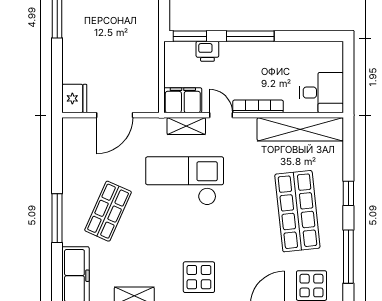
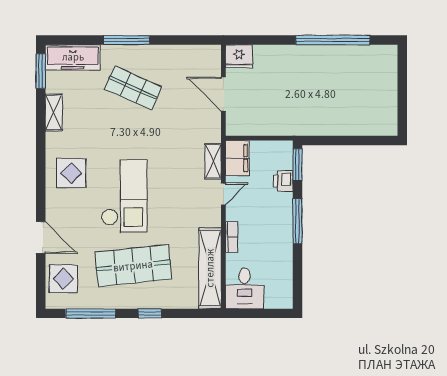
bookcase: (258, 106) -> (232, 237), width x0.64
checkout: (185, 181) -> (124, 196), moved

